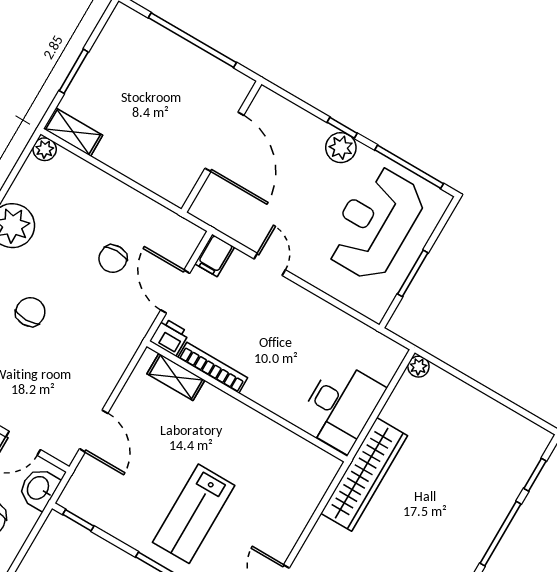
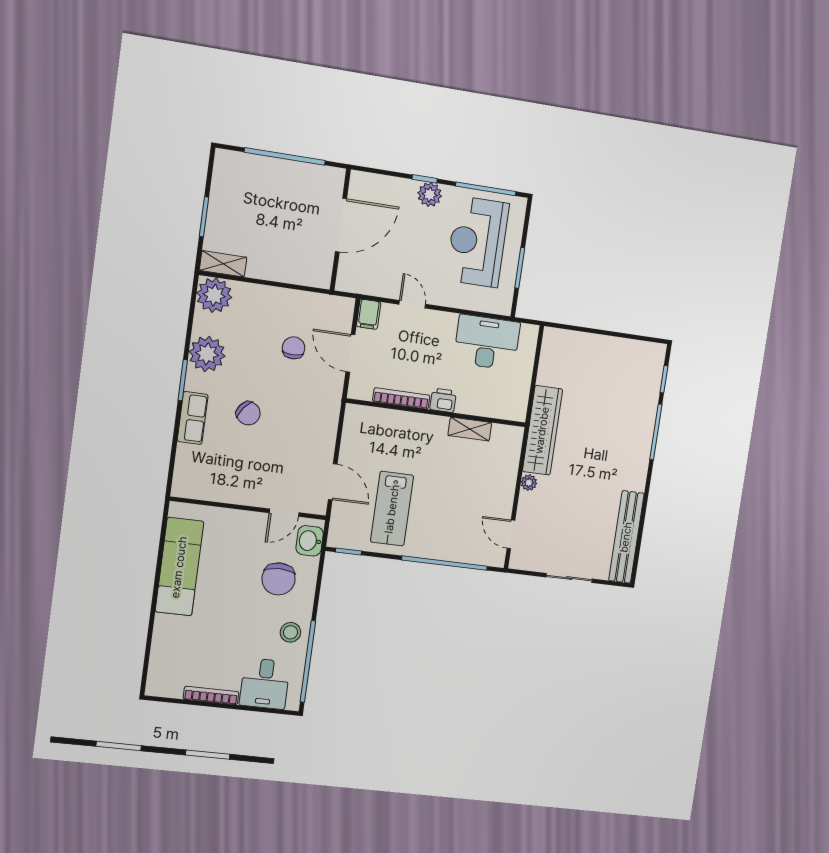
door: (224, 142) -> (341, 225), hinge flipped
plant: (45, 149) -> (214, 295), width x1.88, depth x1.88
chair: (113, 259) -> (294, 348), turned 180
chair: (30, 312) -> (248, 413), turned 128
printer: (170, 337) -> (443, 400), moved
plant: (418, 367) -> (529, 483), moved
shelving: (176, 377) -> (470, 429), moved
desk: (341, 406) -> (487, 342), moved, turned -90
lab bench: (194, 514) -> (392, 509), moved

